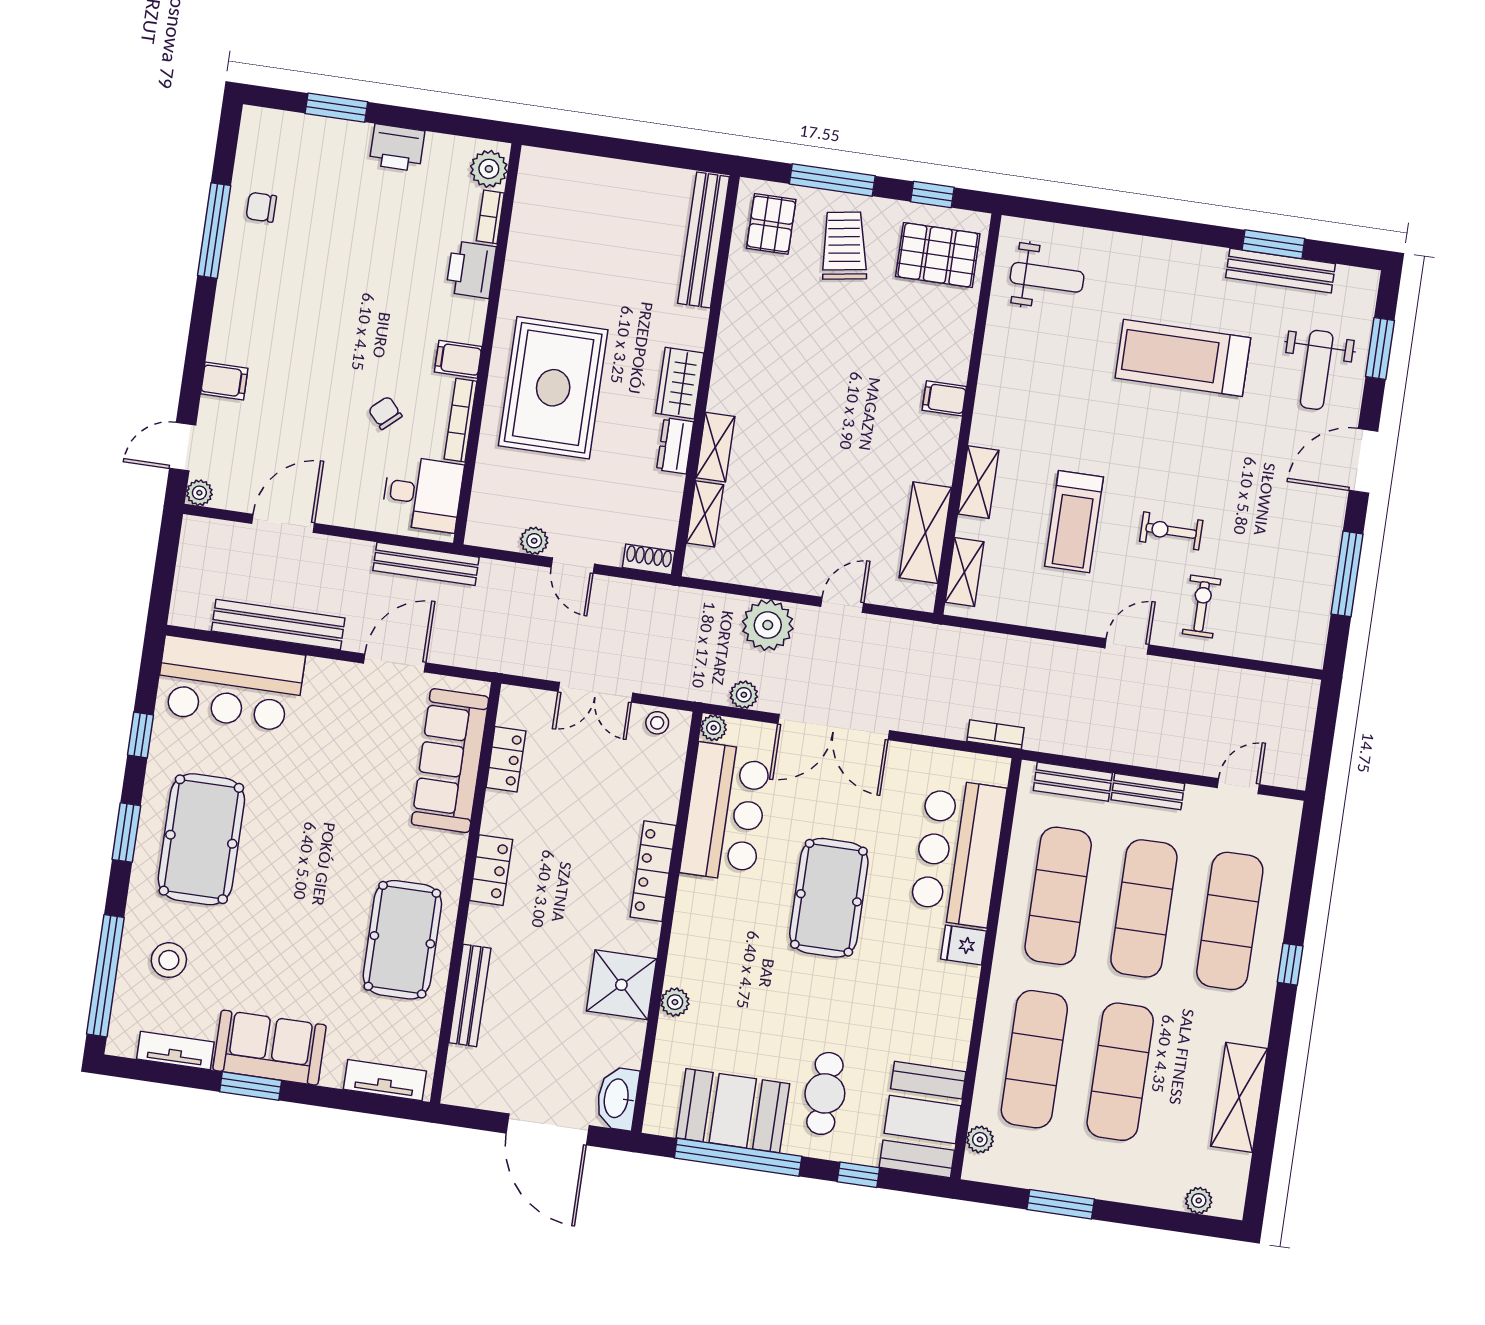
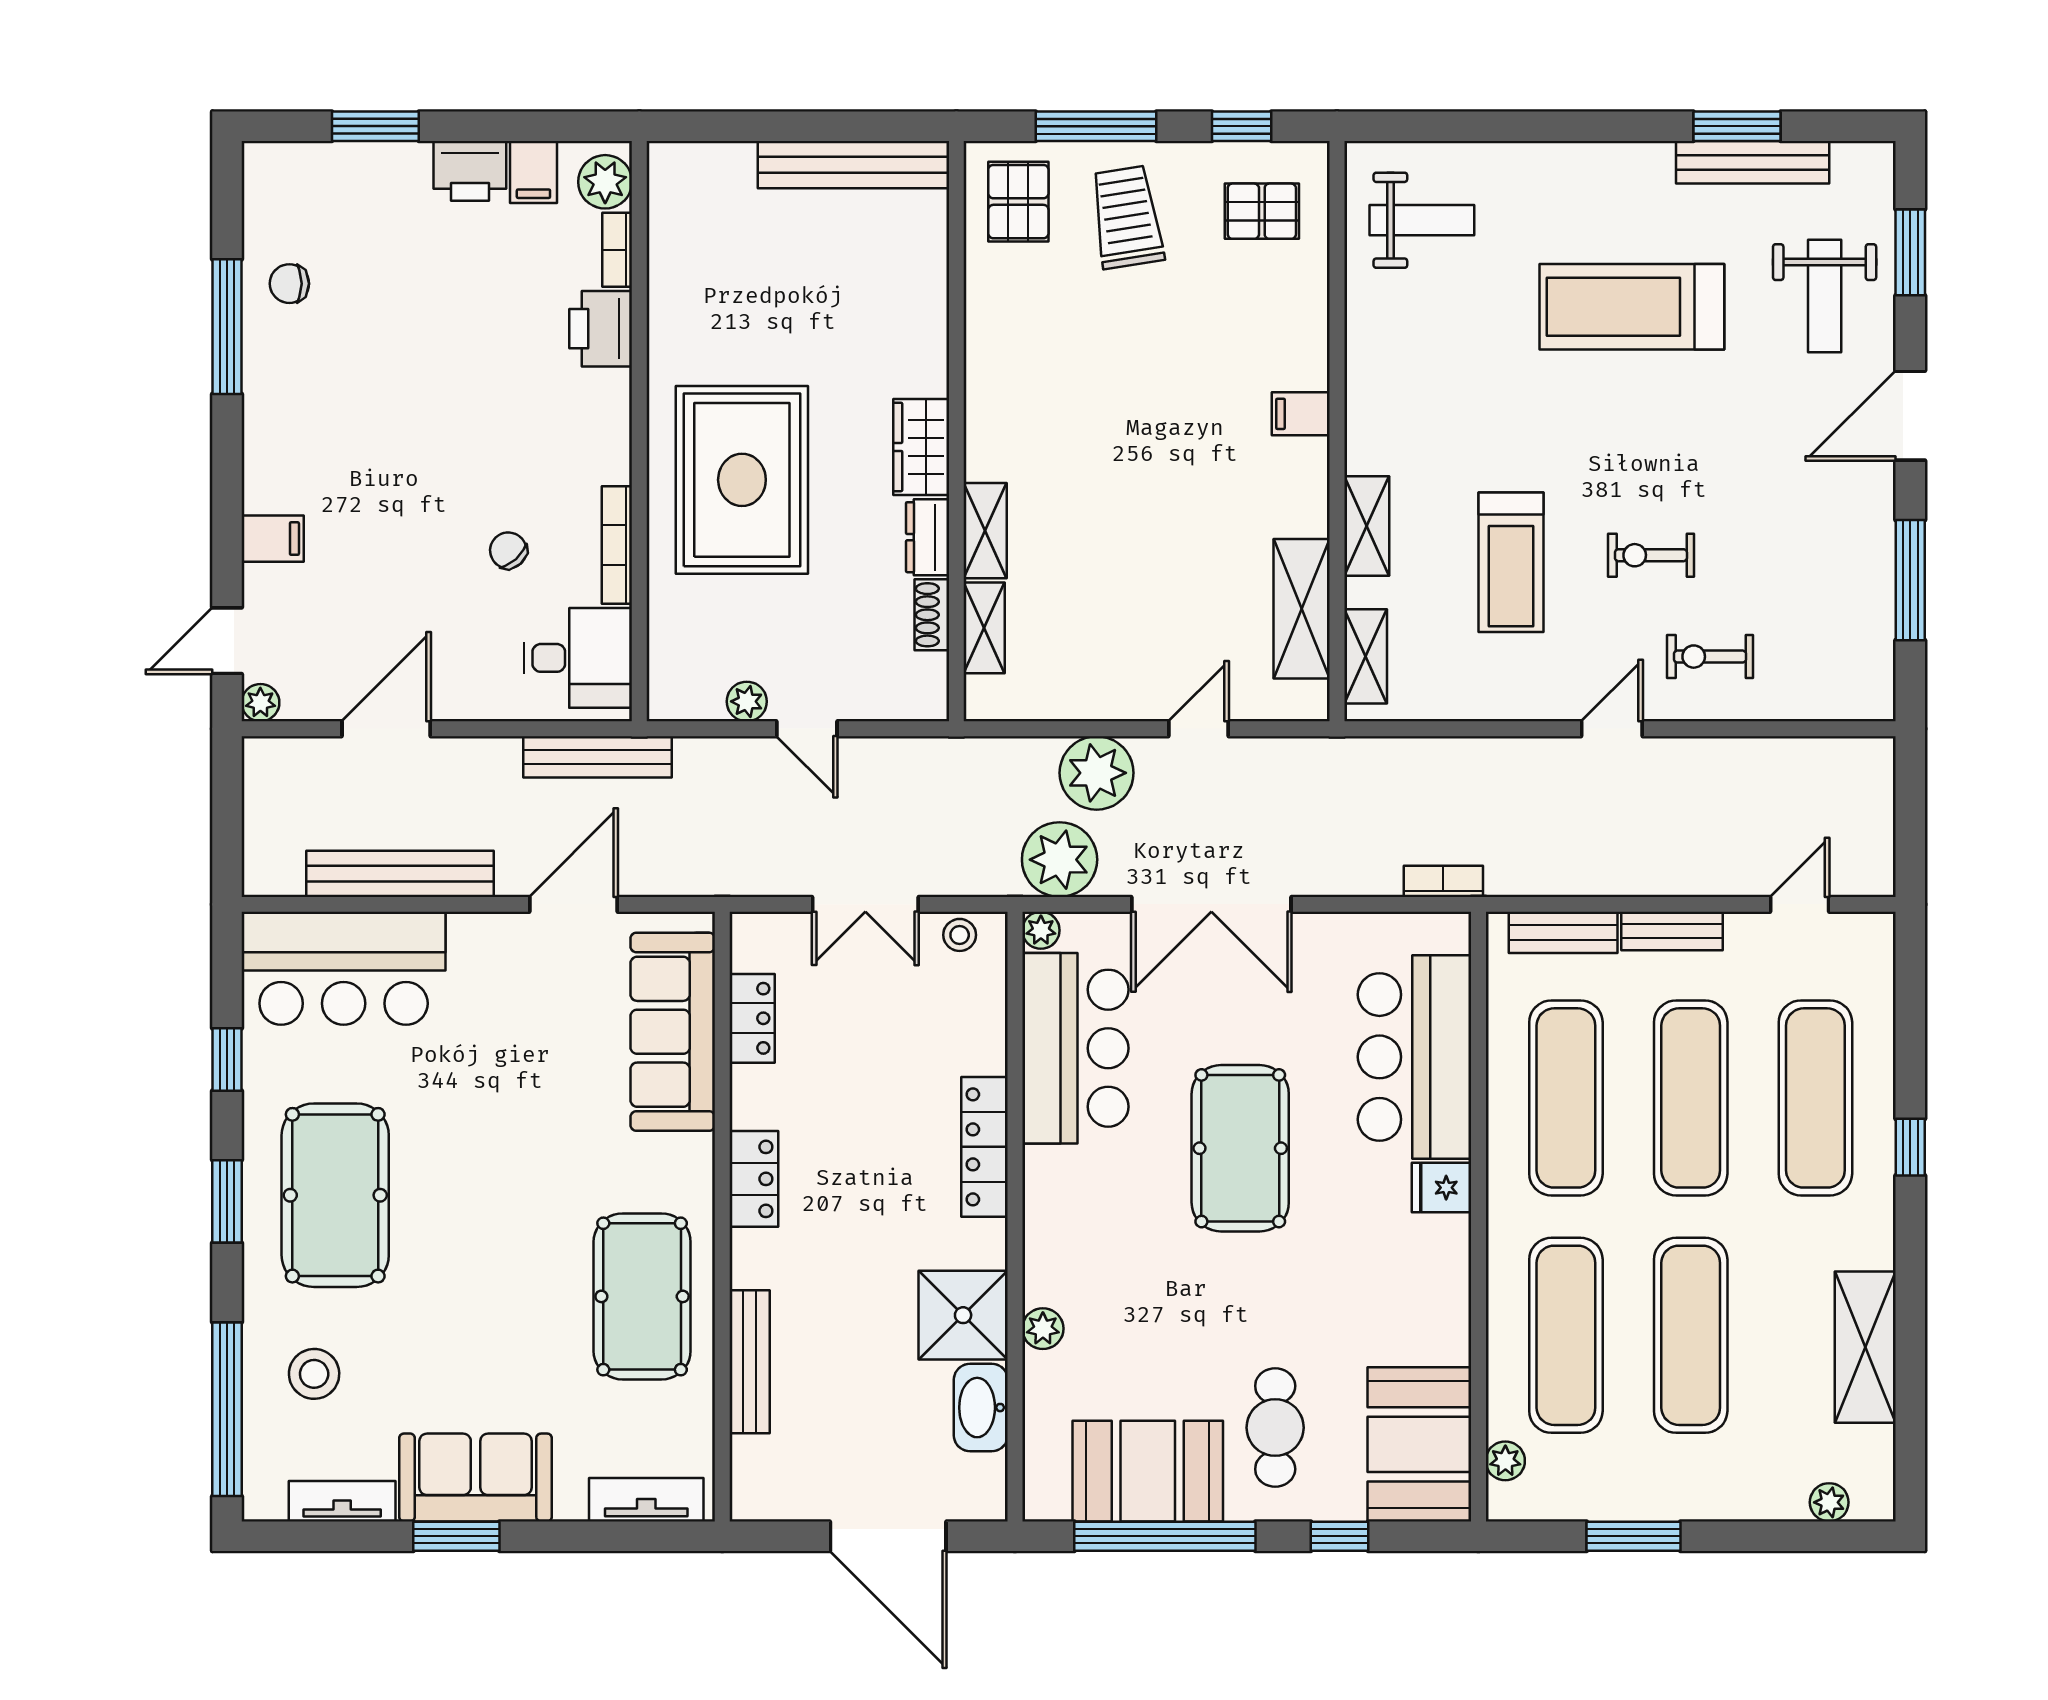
bench: (704, 240) -> (854, 165), moved, turned 90
pallet: (938, 255) -> (1262, 211), width x0.67, depth x0.71
filing cabinet: (458, 359) -> (533, 172), moved, turned -90
shoe rack: (649, 559) -> (932, 615), moved, turned -90
exercise bike: (1202, 607) -> (1710, 657), turned -90
plant: (744, 695) -> (1060, 860), width x1.87, depth x1.87
washbasin: (617, 1098) -> (981, 1408), moved

